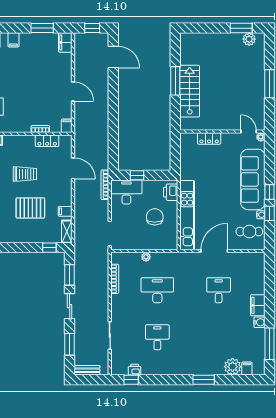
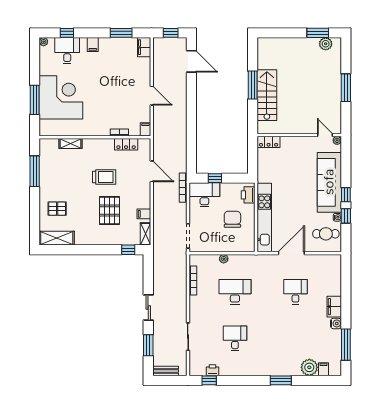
locker: (209, 138) -> (269, 142), moved
pallet: (30, 208) -> (110, 211), turned 90
window: (70, 275) -> (148, 277), removed

